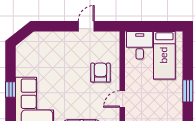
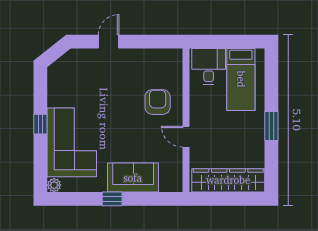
door: (86, 26) -> (109, 42), moved
door: (122, 99) -> (186, 137), hinge flipped

